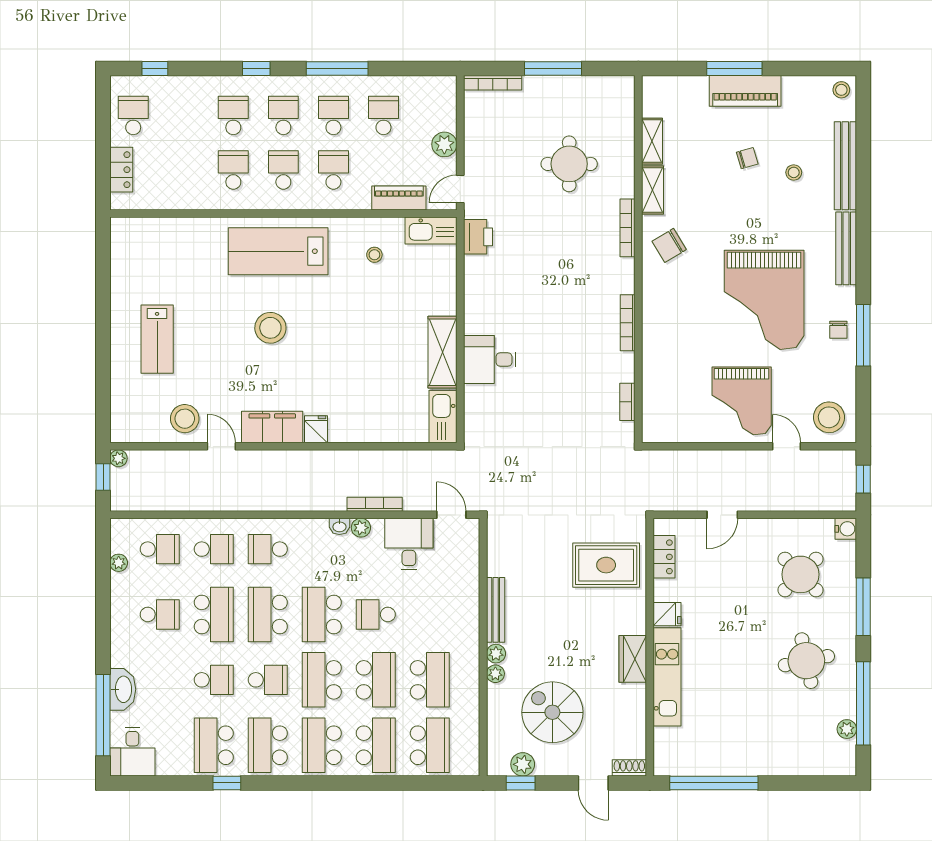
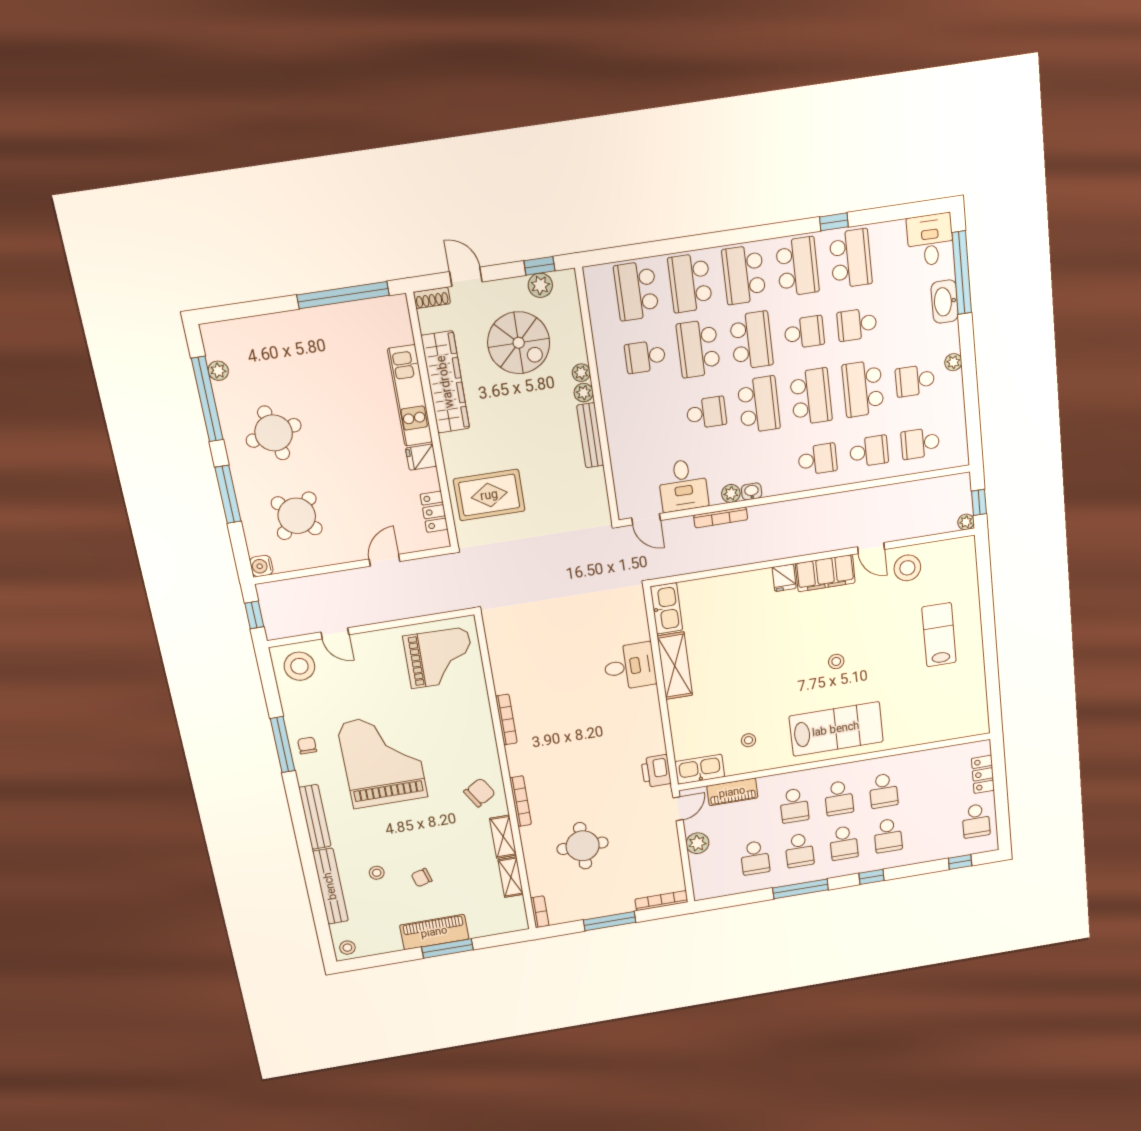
stool: (270, 328) -> (836, 661), width x0.53, depth x0.53
grand piano: (742, 401) -> (439, 658), moved, turned 91
bookcase: (627, 402) -> (540, 912), moved
school desk: (214, 549) -> (869, 451), turned 180
plant: (119, 563) -> (953, 362), moved
wardrobe: (633, 659) -> (445, 382), width x2.10, depth x1.17
school desk: (268, 680) -> (804, 332), turned 180
school desk: (430, 680) -> (645, 357), width x0.54
school desk: (322, 745) -> (744, 275), turned 180

